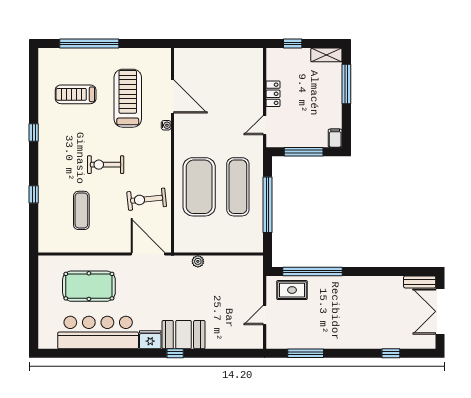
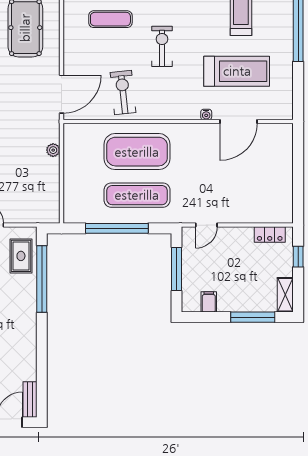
locker: (273, 94) -> (270, 235), moved
door: (265, 125) -> (206, 225), swing flipped
filing cabinet: (335, 138) -> (209, 302), moved, turned -90

